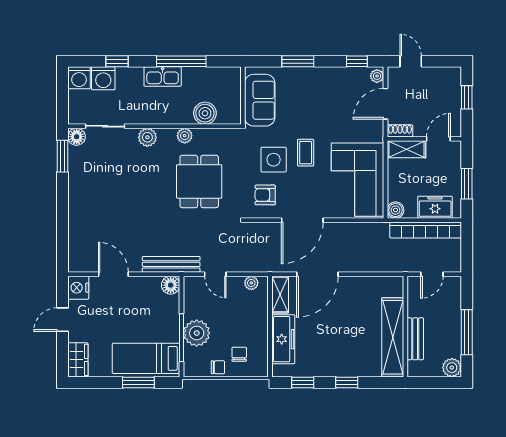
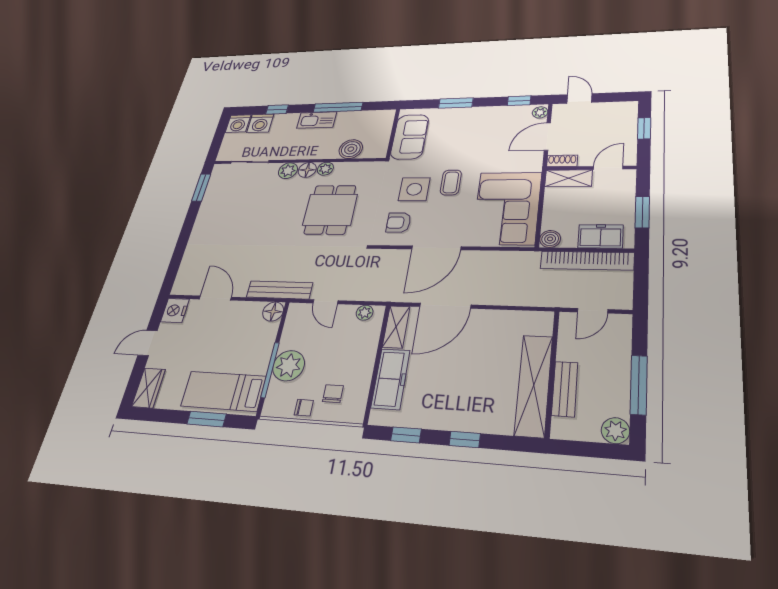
floor lamp: (77, 137) -> (307, 170), moved

